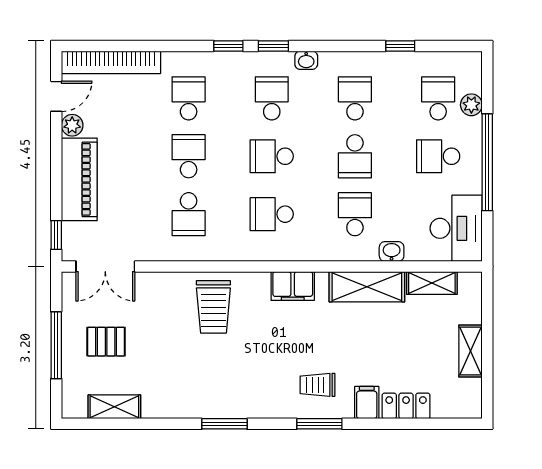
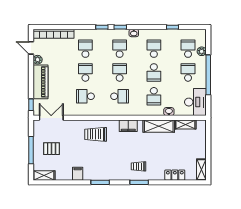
door: (56, 96) -> (31, 48), swing flipped
school desk: (272, 156) -> (120, 72), turned 90
school desk: (438, 156) -> (188, 72), turned 90
school desk: (189, 214) -> (85, 96), turned 90
school desk: (272, 214) -> (120, 96), turned 180
school desk: (355, 214) -> (154, 96), turned 180
double door: (105, 267) -> (51, 118), swing flipped
trolley: (213, 307) -> (96, 134), turned 90
shelving: (471, 351) -> (201, 170), moved
filing cabinet: (367, 403) -> (78, 174), moved
shelving: (114, 407) -> (44, 175), moved

